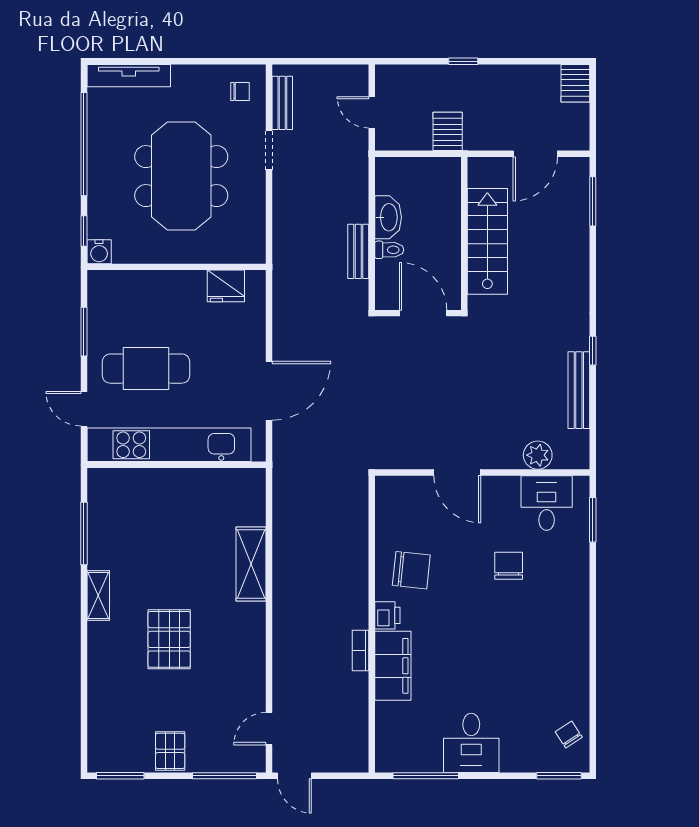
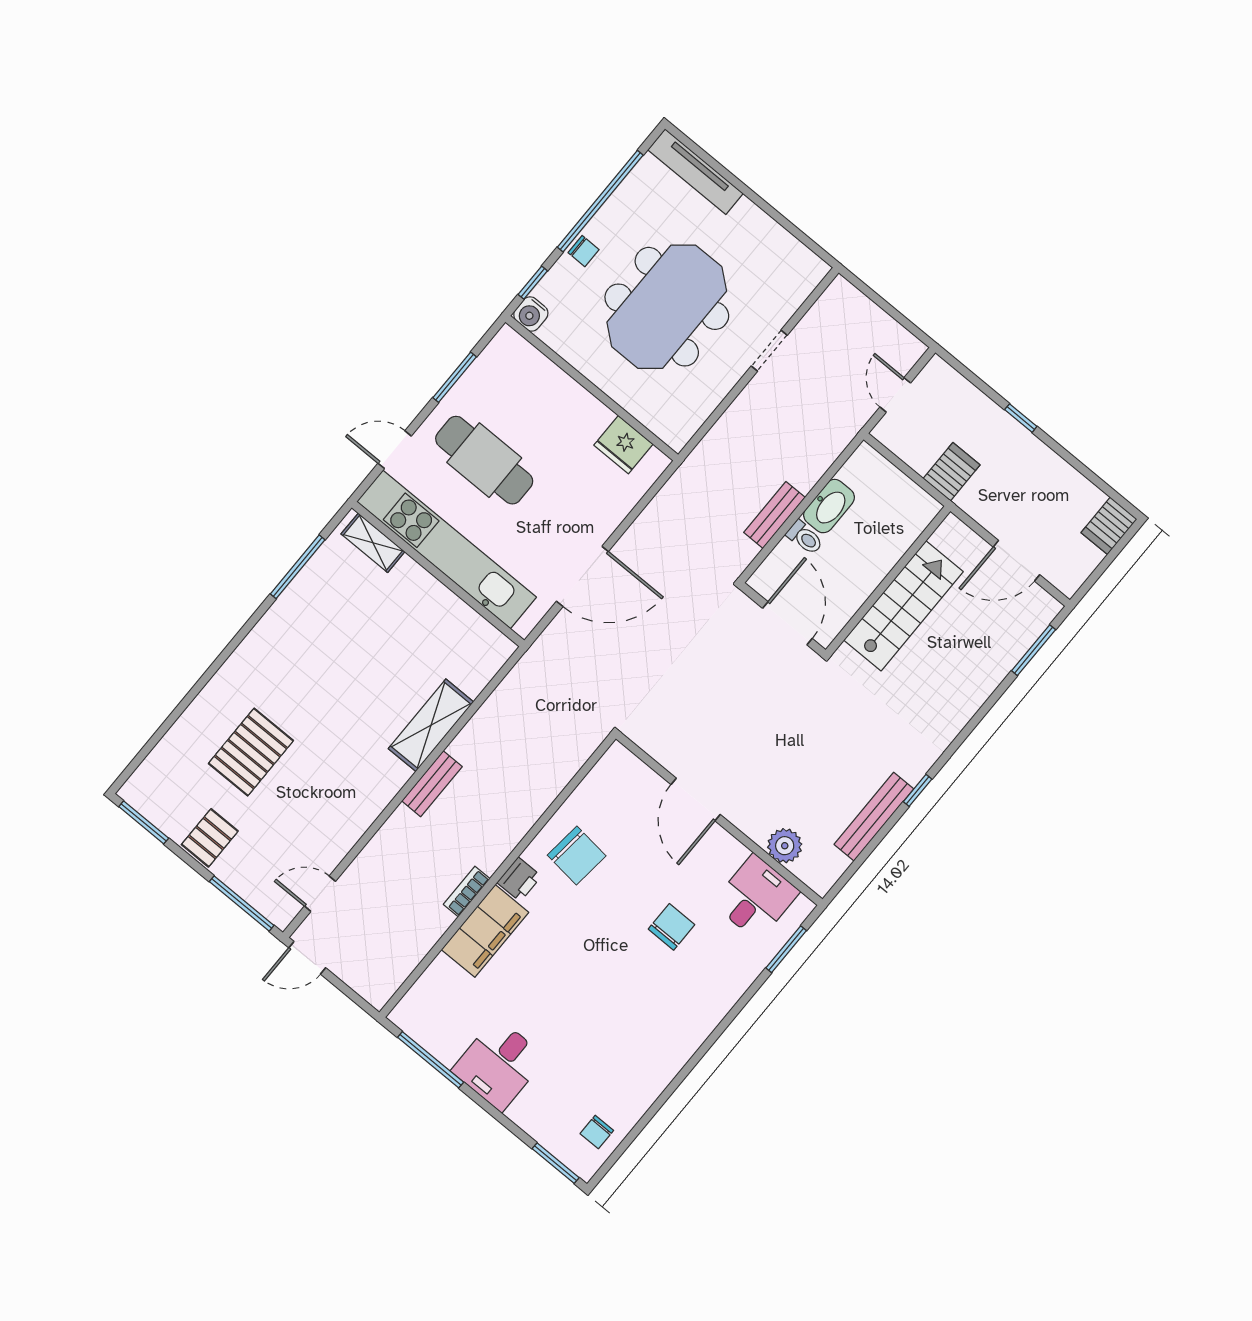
chair: (240, 92) -> (583, 251), moved
bench: (282, 103) -> (432, 784), moved
door: (84, 409) -> (395, 450), hinge flipped
shelving: (98, 595) -> (373, 543), moved, turned 90
pallet: (169, 639) -> (251, 752), moved
chair: (569, 734) -> (597, 1132), turned -147
door: (294, 776) -> (307, 958), hinge flipped

